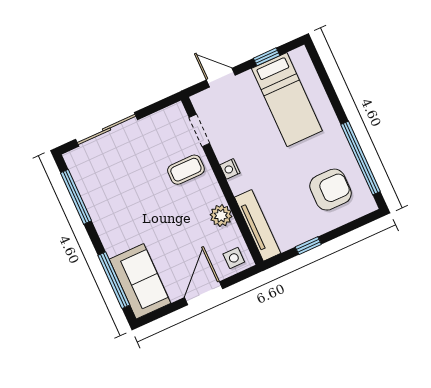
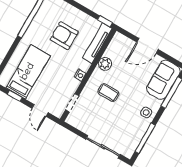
coffee table: (186, 170) -> (108, 93), moved
armchair: (331, 190) -> (64, 36), moved
window: (308, 246) -> (105, 21), moved
side table: (234, 258) -> (146, 112), moved

